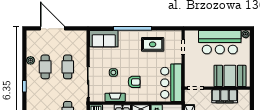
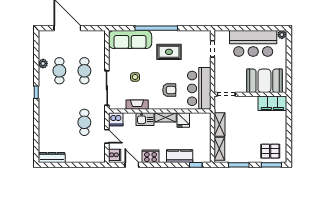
sofa: (104, 39) -> (130, 39), width x1.36
rug: (153, 44) -> (169, 52), moved
armchair: (134, 82) -> (169, 90), moved
filing cabinet: (225, 96) -> (272, 103), moved

